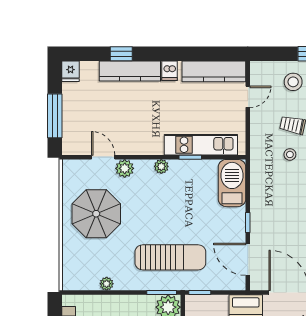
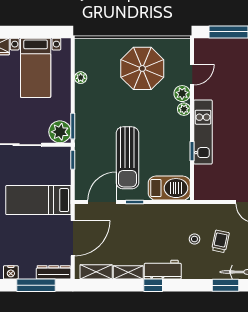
kitchen unit: (201, 145) -> (203, 132), moved
plant: (161, 166) -> (184, 109), moved
sun lounger: (170, 257) -> (127, 158), moved

